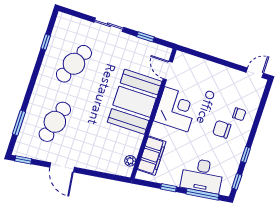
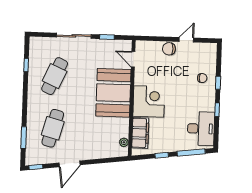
sliding door: (109, 25) -> (74, 36), width x1.37
door: (255, 73) -> (186, 40), moved
corner desk: (176, 109) -> (149, 101), moved
chair: (222, 129) -> (169, 49), moved
door: (62, 167) -> (69, 164), hinge flipped
desk: (202, 176) -> (201, 129), moved, turned -83
window: (237, 182) -> (218, 83), moved

